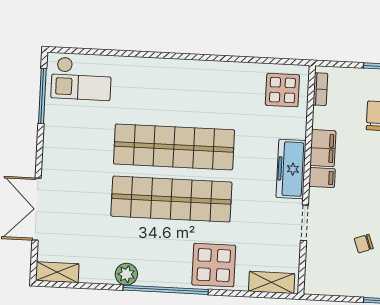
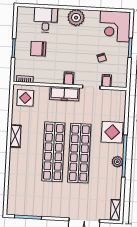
checkout: (81, 79) -> (19, 198), removed
filing cabinet: (323, 148) -> (106, 81), moved, width x0.50
plant: (126, 274) -> (117, 162), moved
shelving: (272, 282) -> (15, 136), moved

